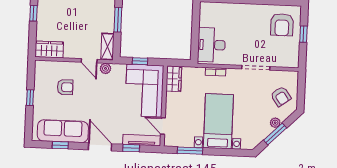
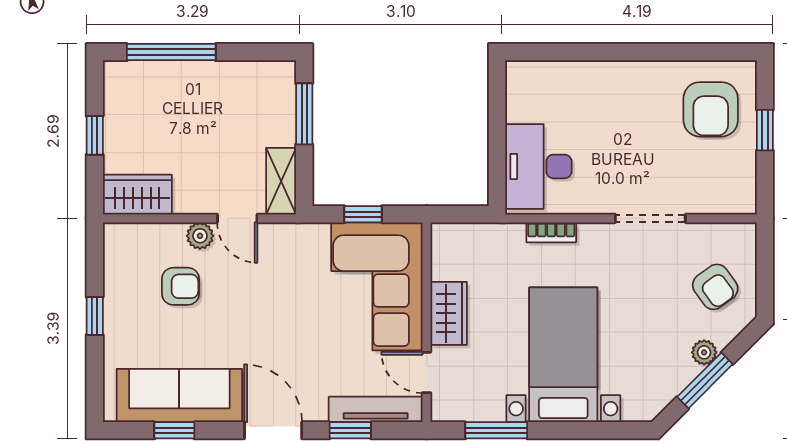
window: (34, 13) -> (95, 135), moved
plant: (106, 68) -> (200, 236), moved
wardrobe: (174, 79) -> (449, 313), moved

